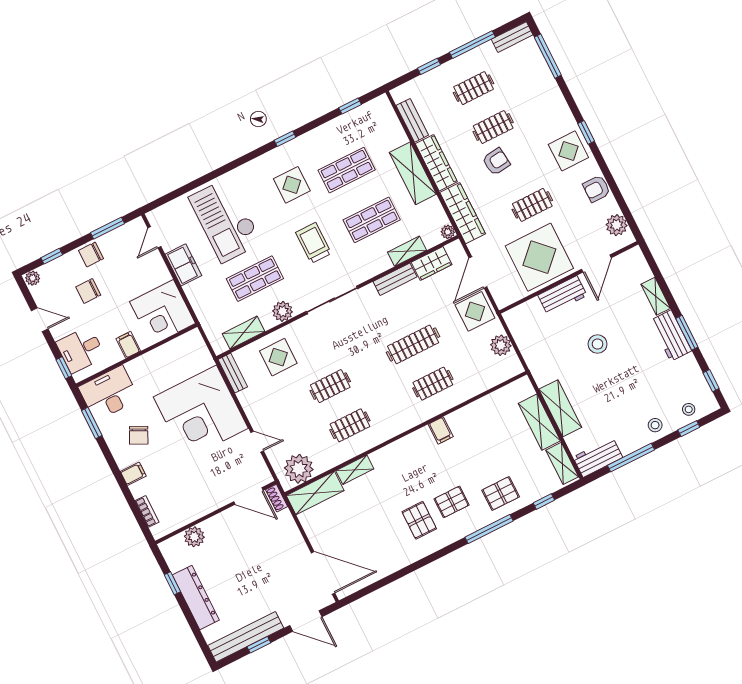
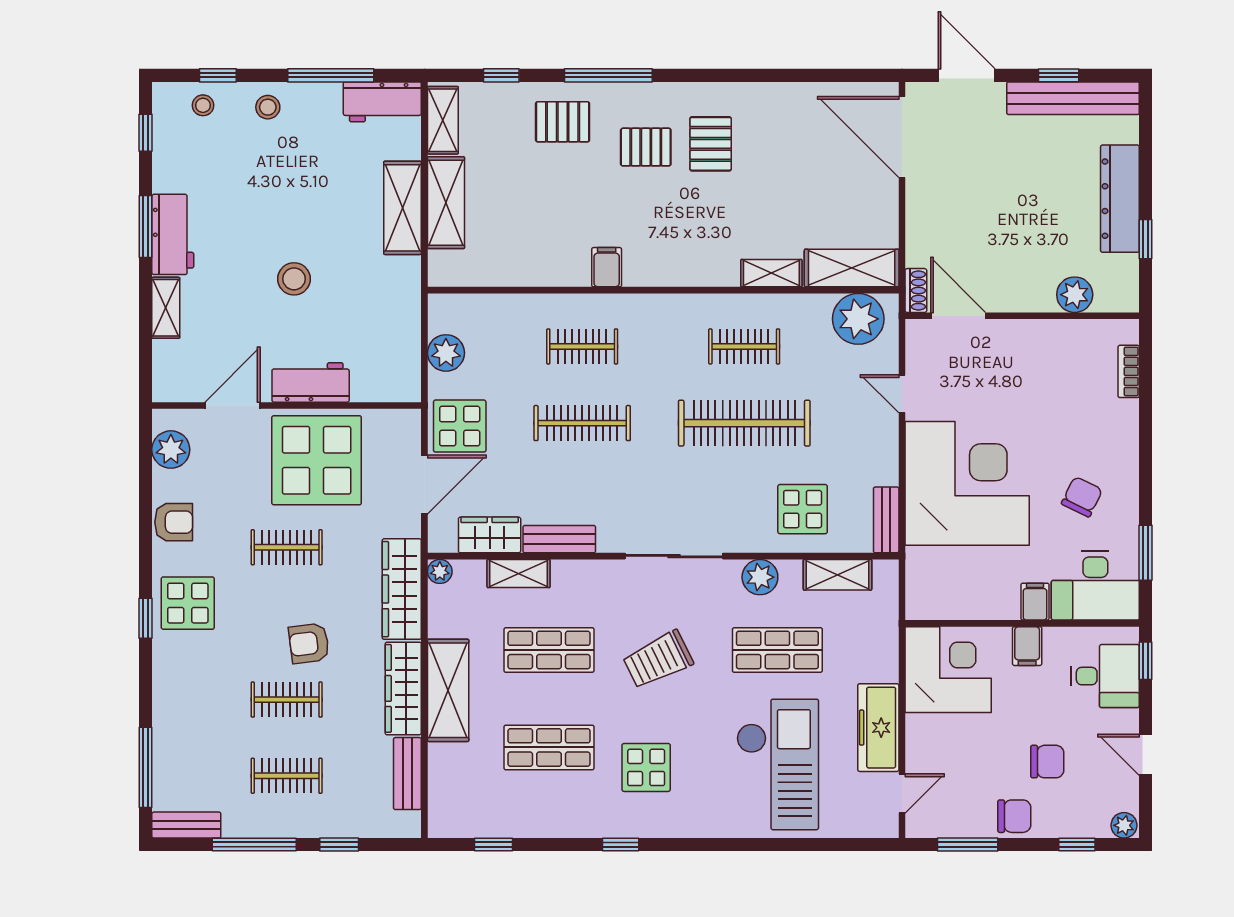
trolley: (313, 243) -> (658, 660), turned 64
freezer: (183, 265) -> (878, 728), width x1.40
clothes rail: (330, 386) -> (744, 423), width x1.86, depth x1.31
filing cabinet: (133, 474) -> (1035, 602), moved, turned 90

